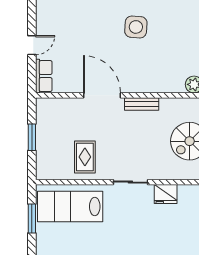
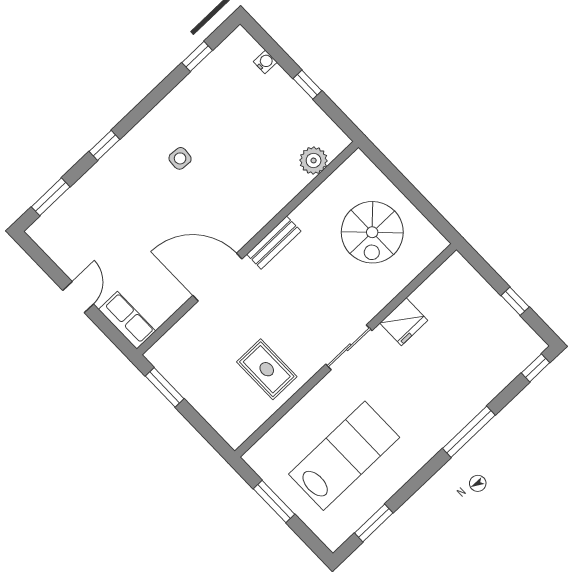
side table: (136, 27) -> (180, 158), width x0.54, depth x0.54
window: (32, 137) -> (165, 387), moved
lab bench: (70, 206) -> (344, 456), moved, turned 180

